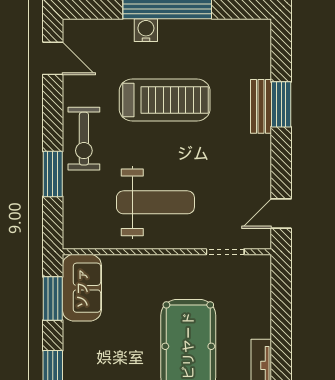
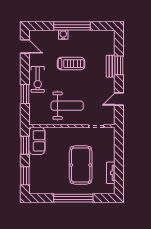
treadmill: (165, 100) -> (71, 64), width x0.73, depth x0.73
door: (281, 214) -> (119, 99), moved

